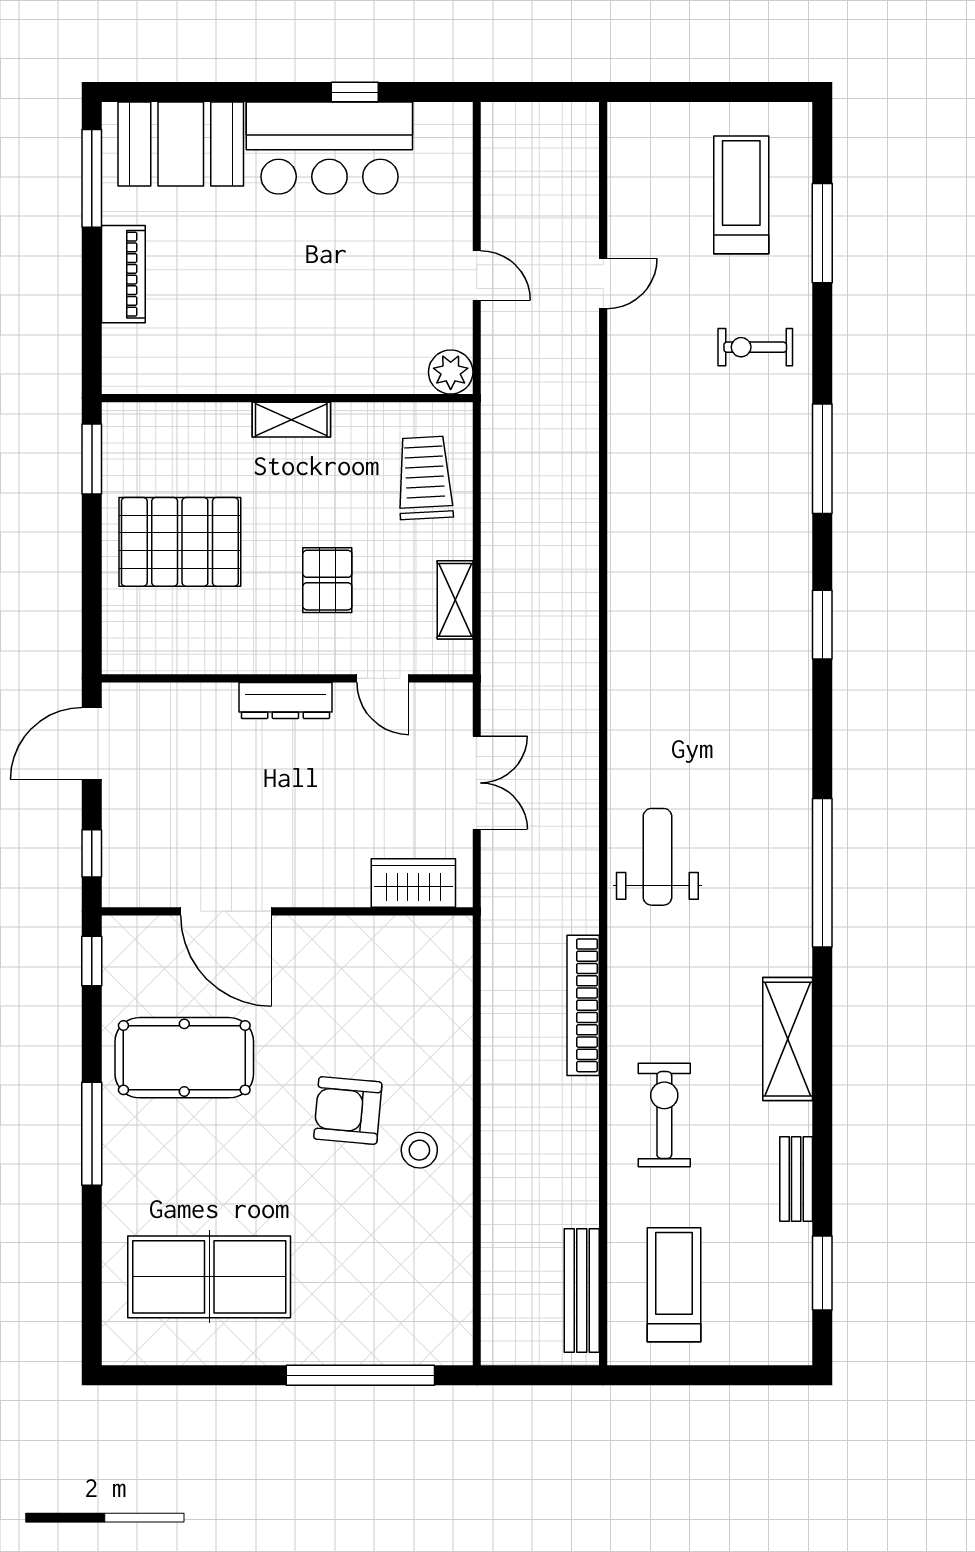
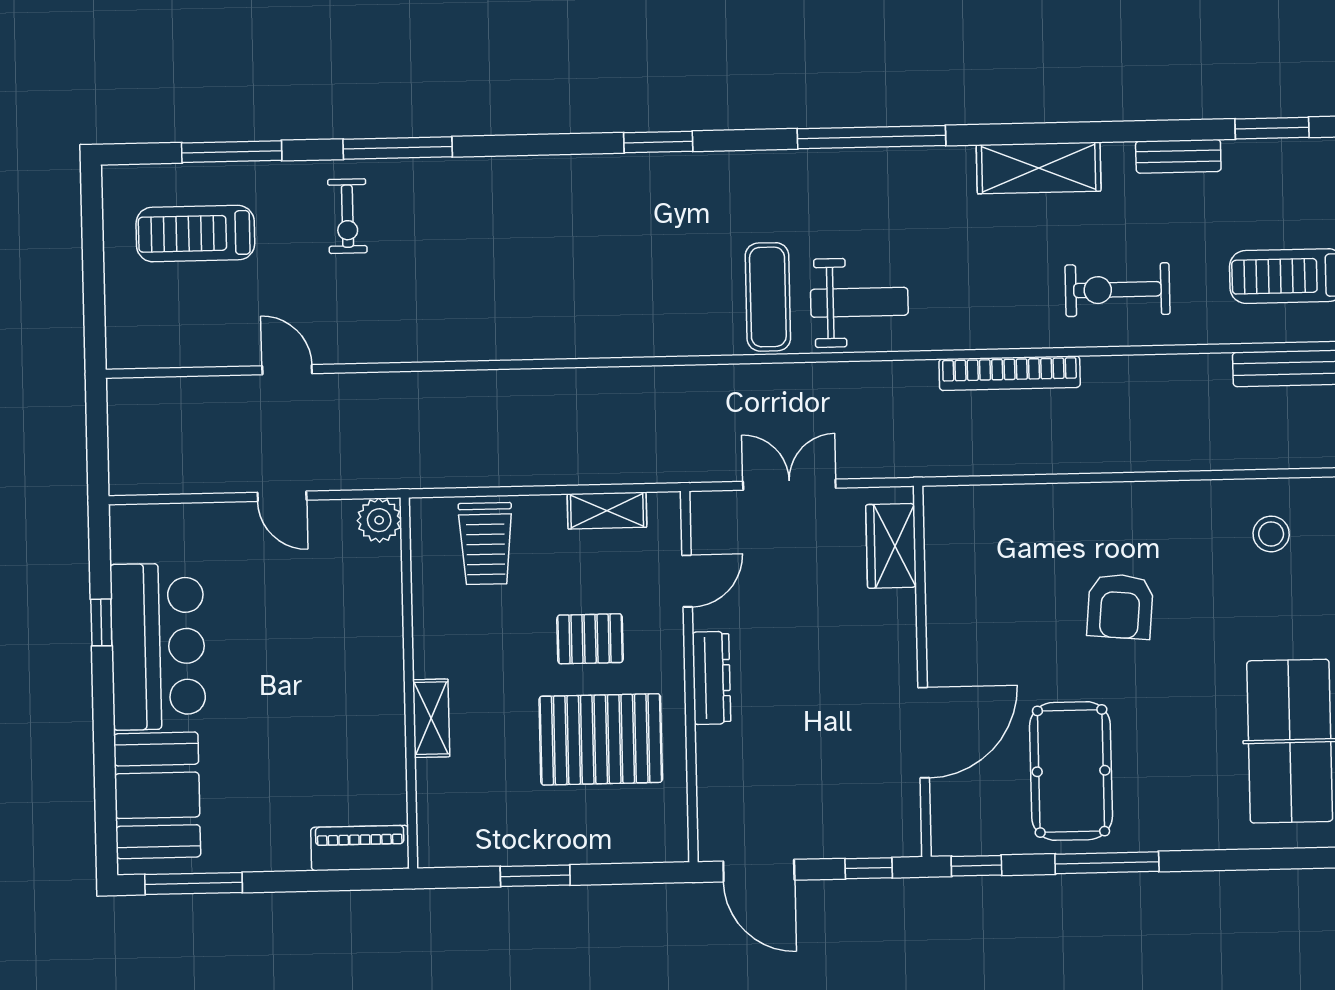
piano: (123, 274) -> (360, 848), moved
door: (477, 275) -> (282, 496), swing flipped
shelving: (291, 420) -> (431, 718), moved
window: (92, 459) -> (535, 876), moved
window: (822, 459) -> (398, 148), moved
trolley: (425, 478) -> (486, 544), turned -87
pallet: (180, 542) -> (601, 739), moved, turned 90
window: (822, 625) -> (658, 142), moved
exercise mat: (665, 766) -> (768, 297), added
weight bench: (657, 857) -> (859, 302), turned 180
window: (92, 1134) -> (1107, 863), moved
stool: (419, 1150) -> (1271, 534), moved

